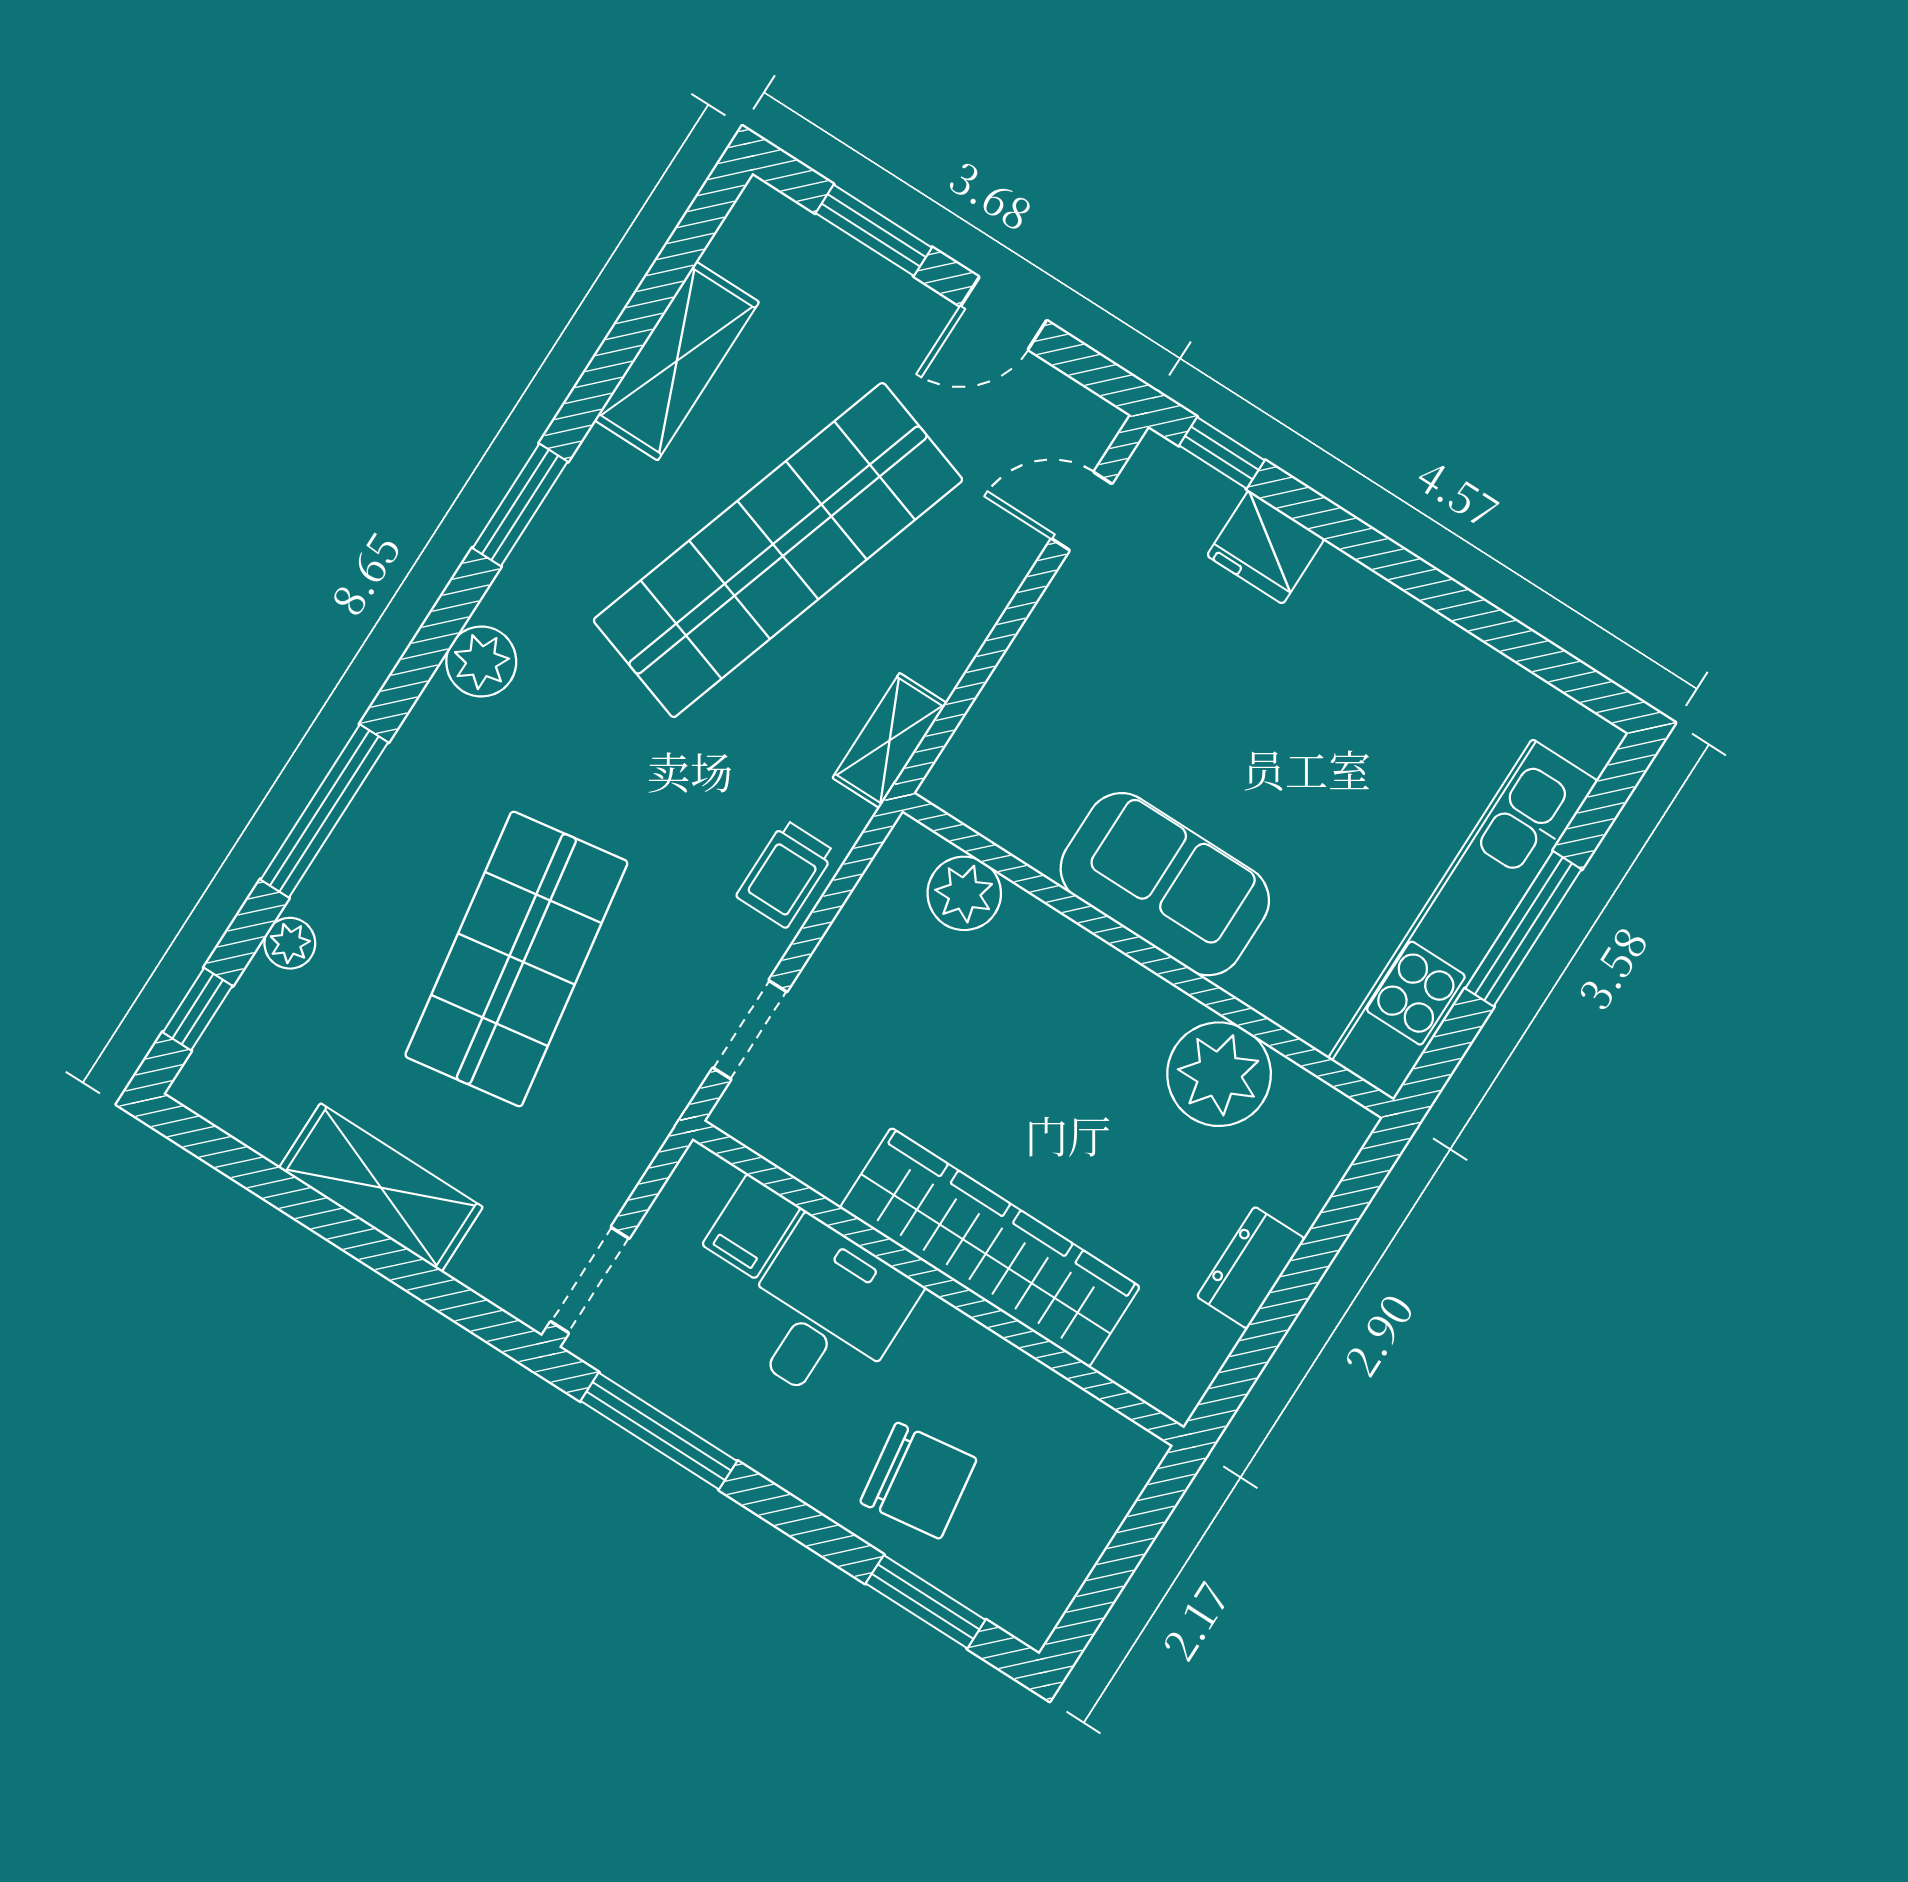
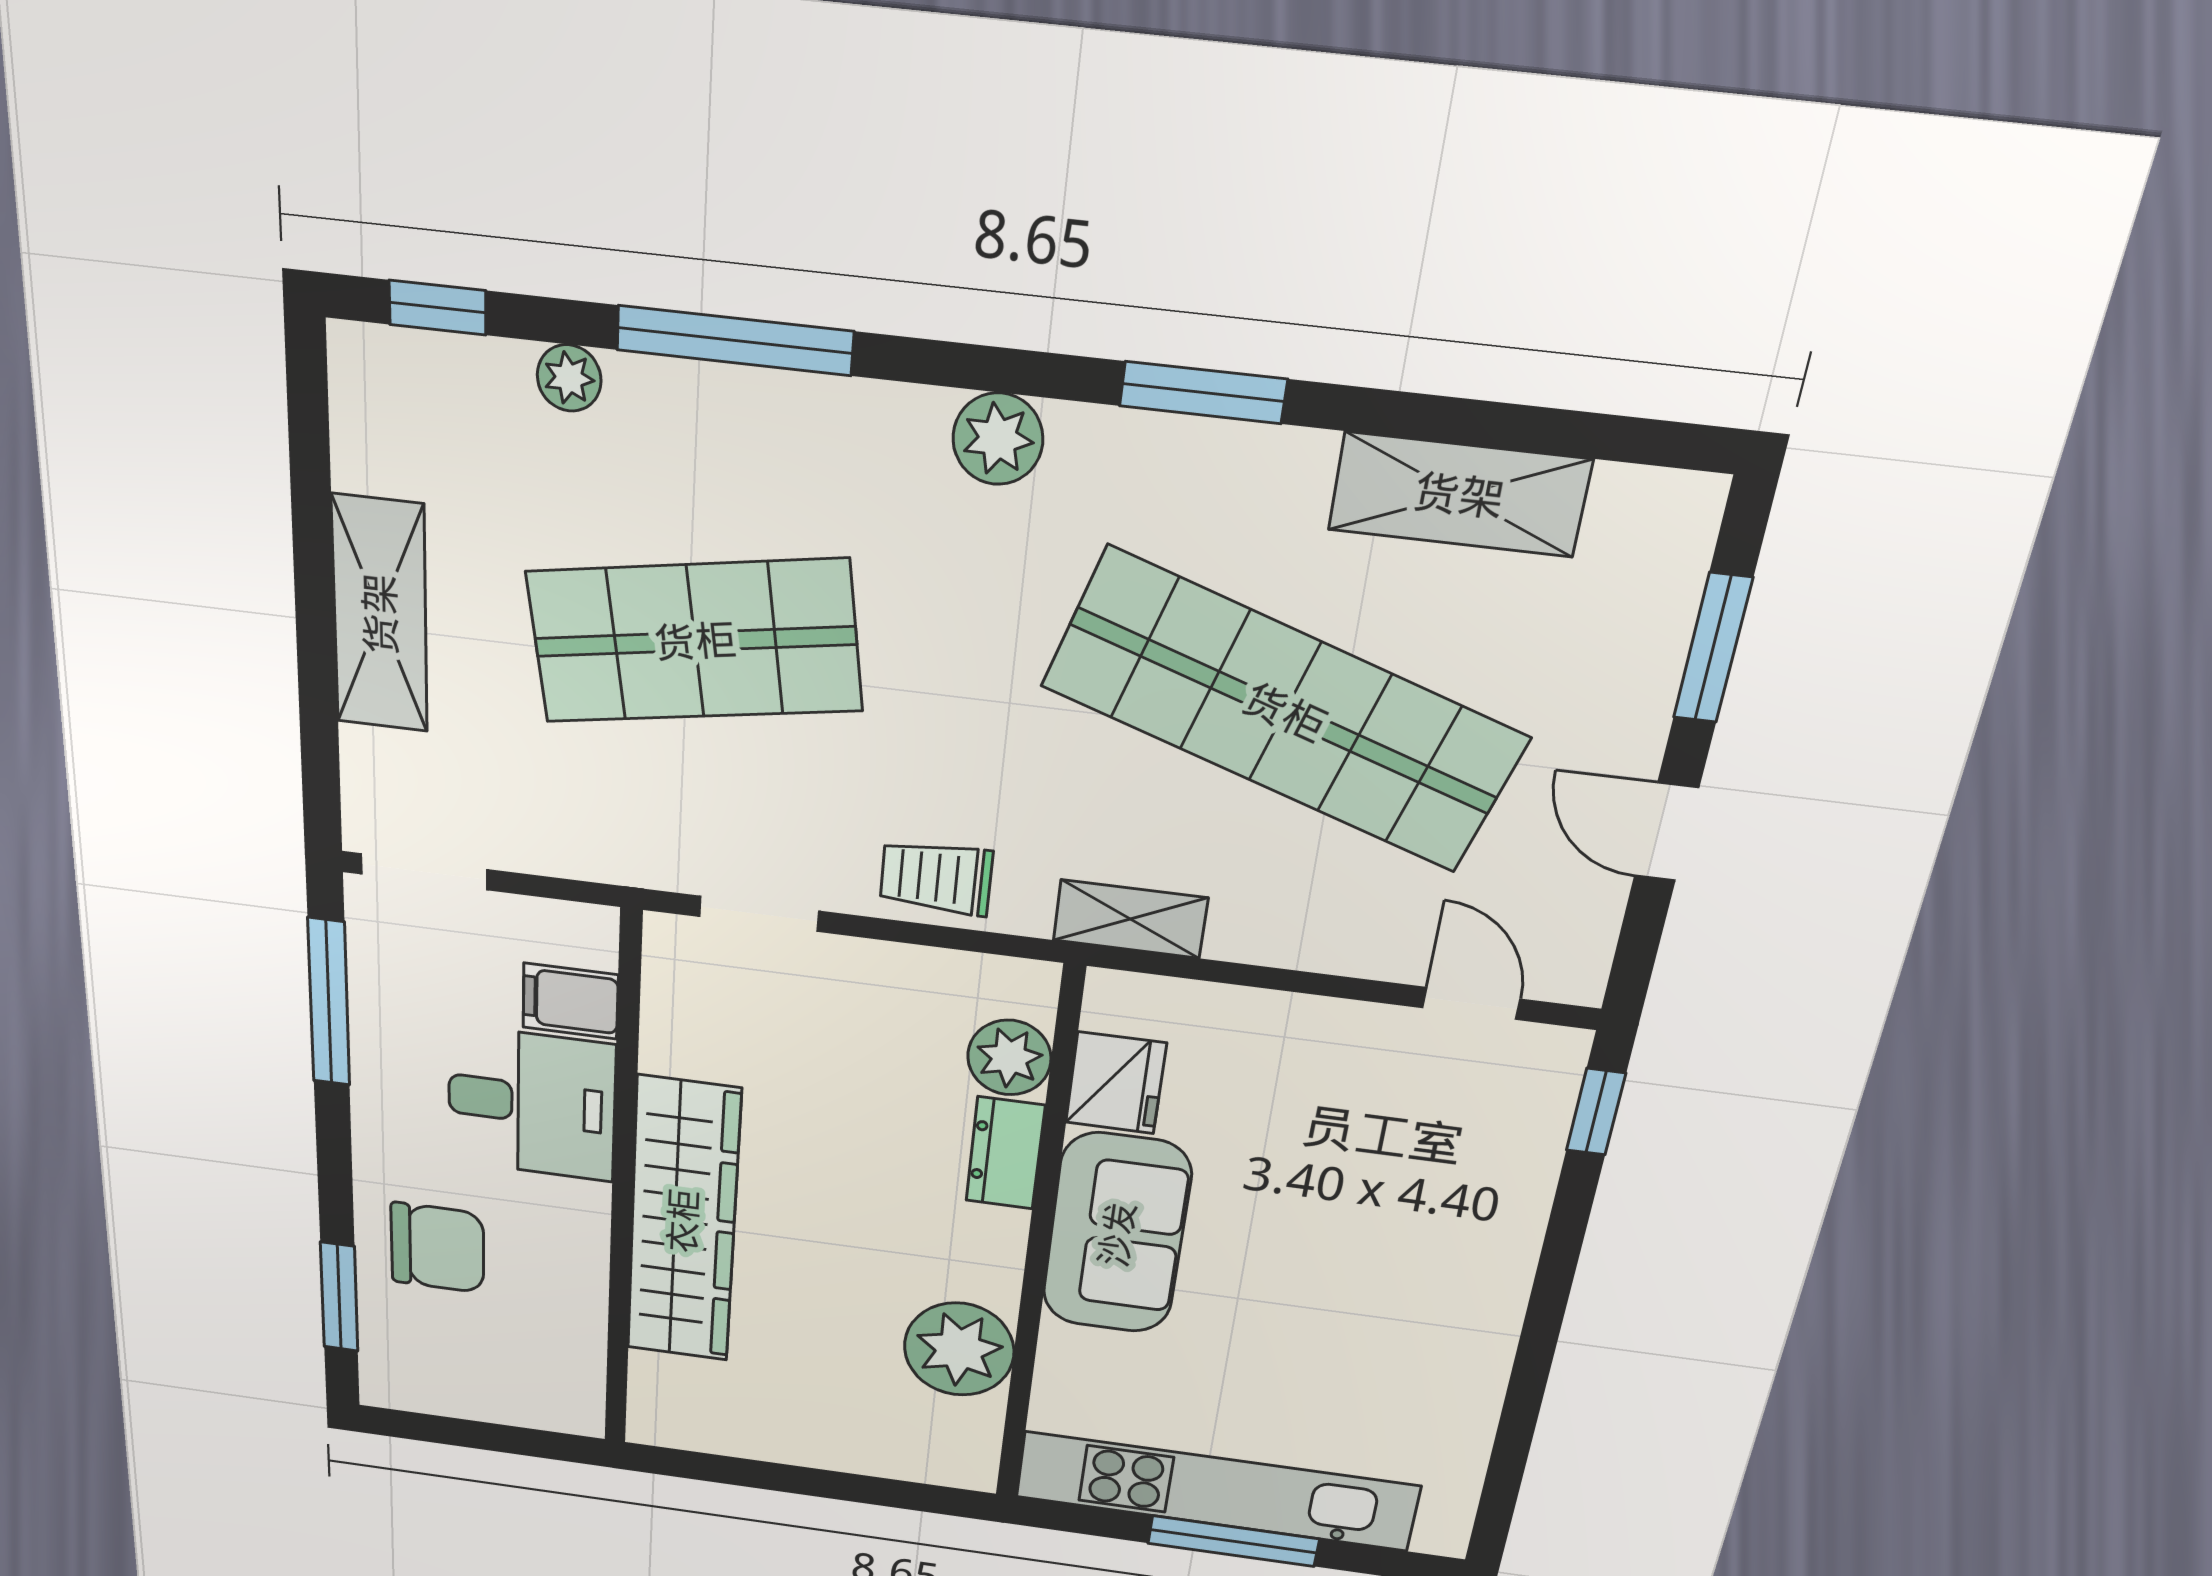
fridge: (1266, 547) -> (1116, 1083), moved, turned 180
dresser: (1251, 1268) -> (1005, 1153), moved, turned -90
chair: (918, 1481) -> (437, 1248), turned -82

